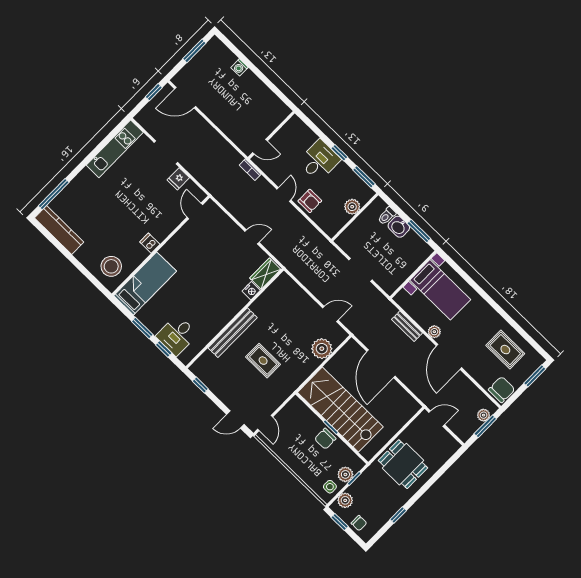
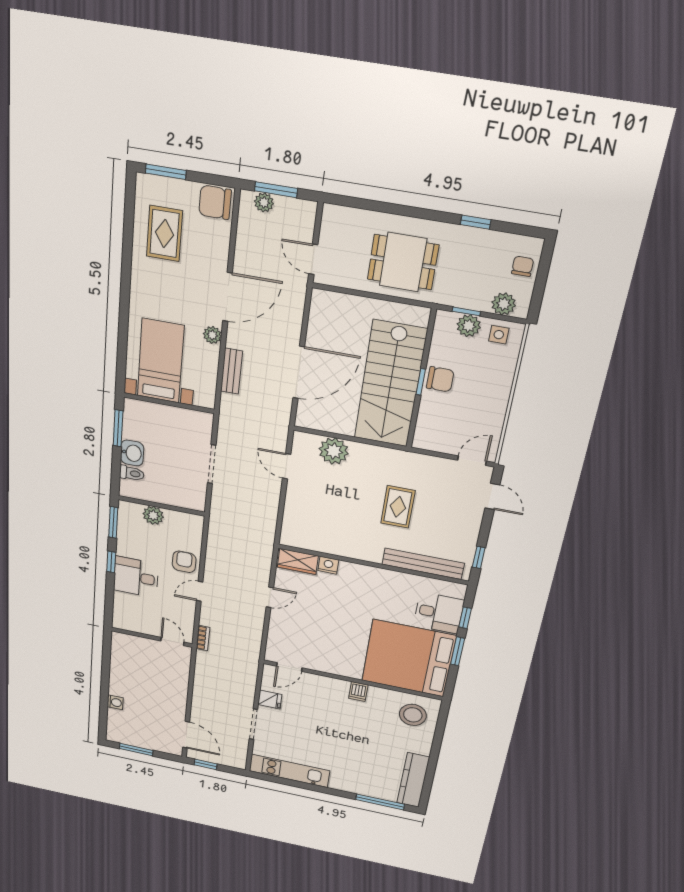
door: (252, 237) -> (270, 597), swing flipped
bed: (145, 283) -> (409, 658), width x2.04
bench: (233, 333) -> (423, 564), moved
dining table: (403, 464) -> (403, 262), turned 90
window: (340, 522) -> (538, 292), removed

